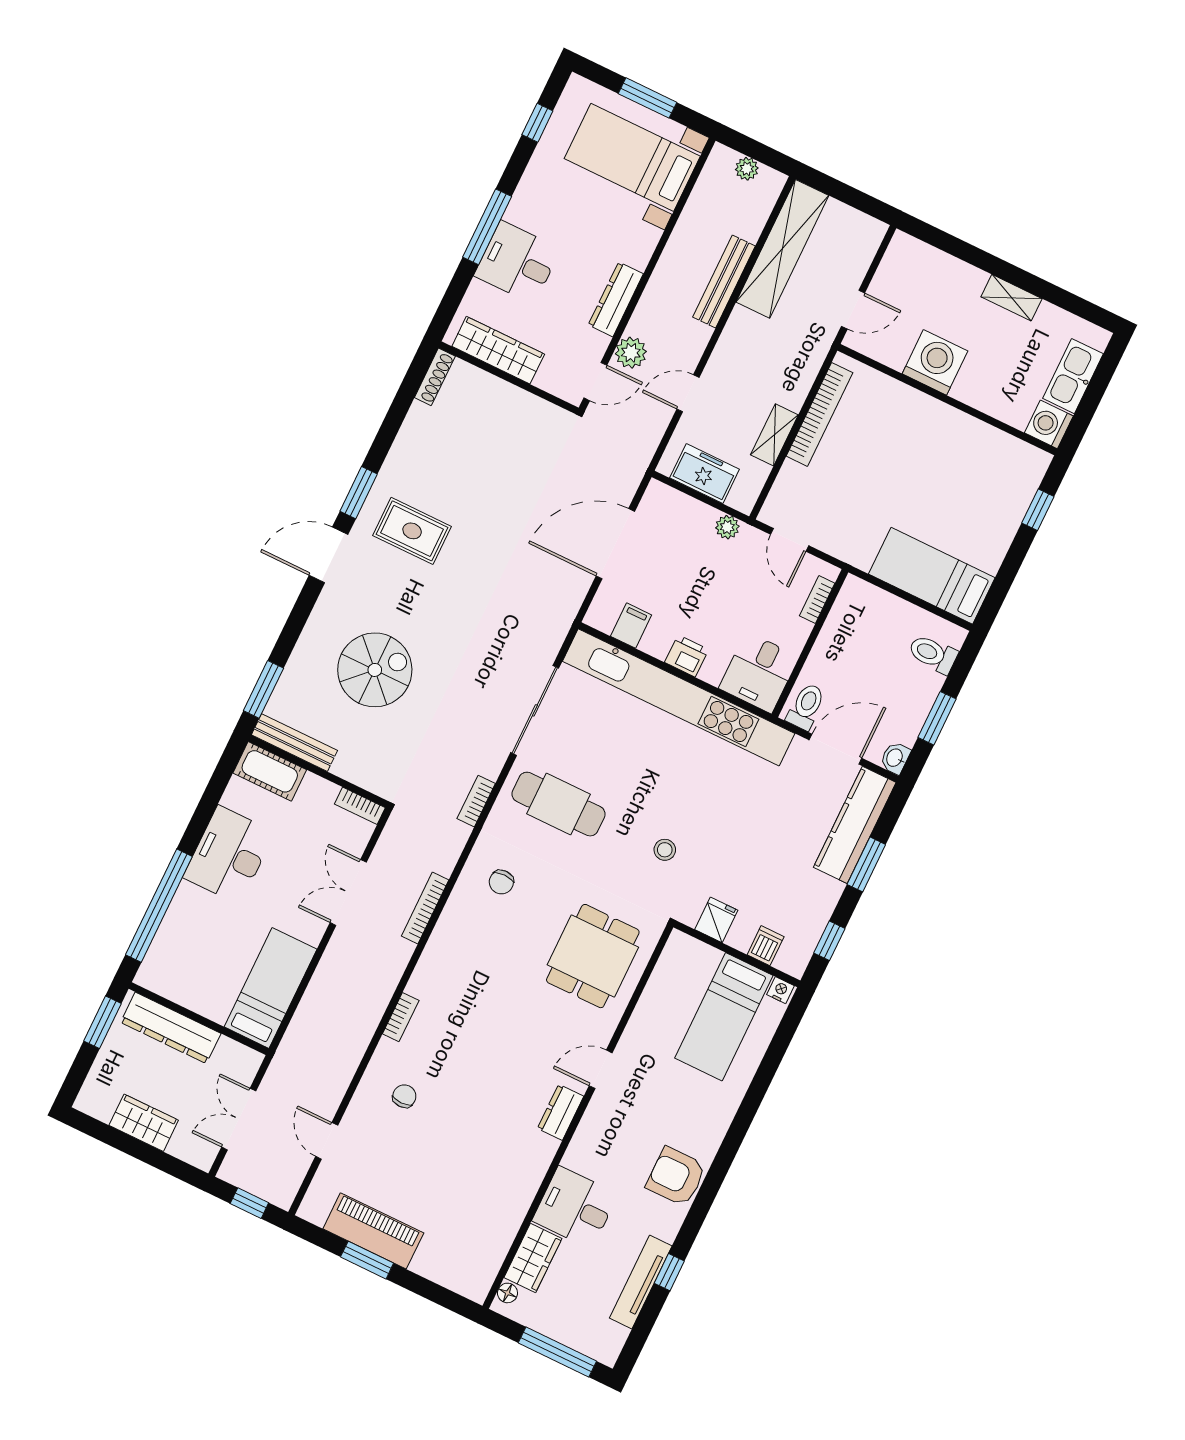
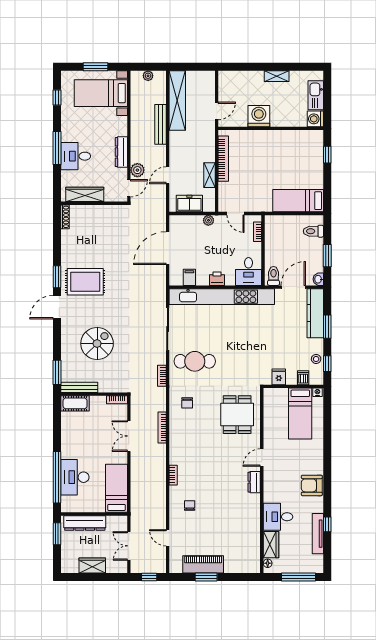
rug: (412, 531) -> (85, 282), width x1.36, depth x1.43
stool: (665, 850) -> (316, 359), moved
desk: (229, 855) -> (75, 477), moved

